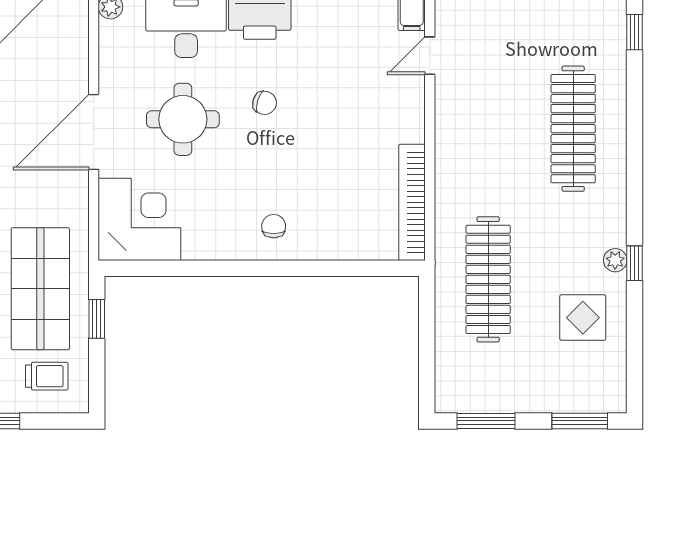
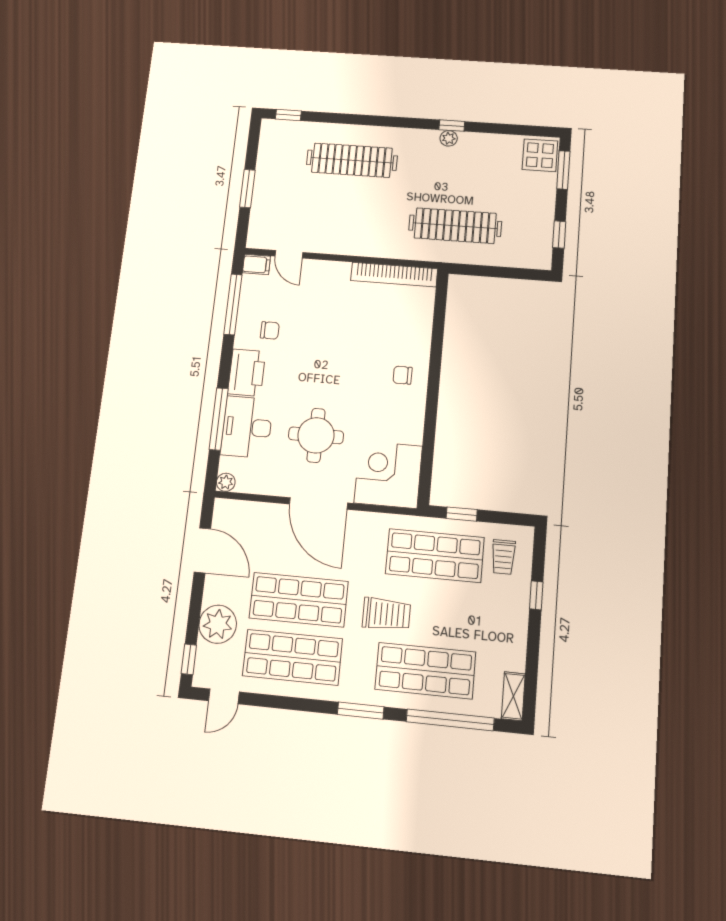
chair: (265, 103) -> (270, 330), moved, turned 73
display table: (583, 318) -> (540, 155), moved
trolley: (47, 376) -> (503, 557), turned 180
window: (486, 421) -> (559, 235), width x0.67

